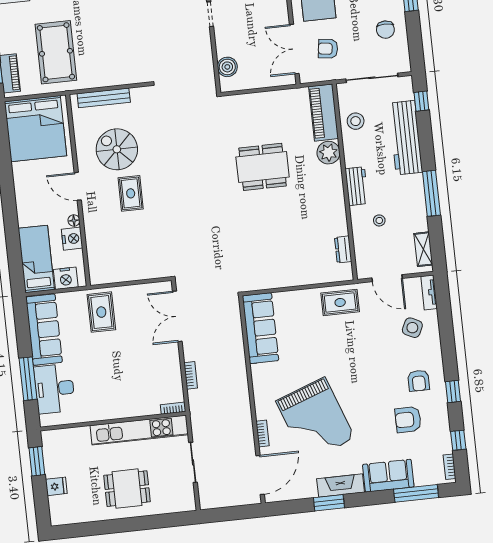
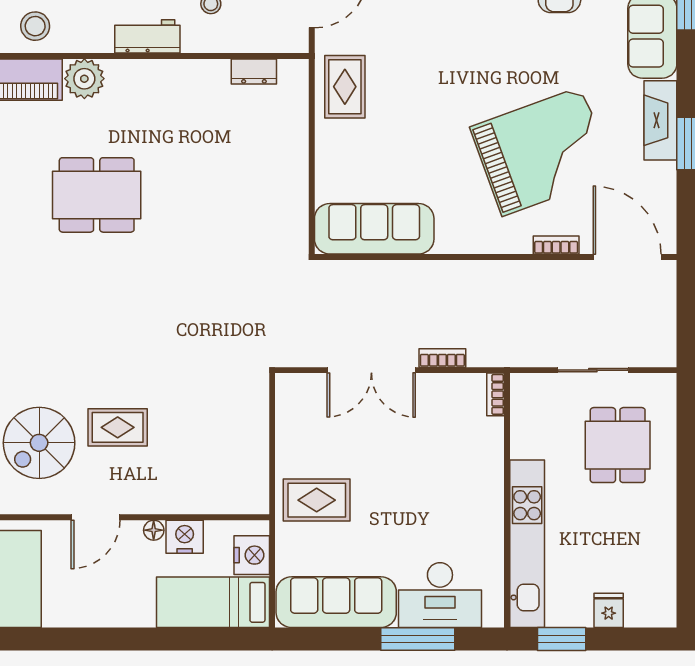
dining table: (263, 167) -> (97, 195), turned 90
double door: (177, 316) -> (371, 370), moved
kitchen unit: (139, 430) -> (527, 544), moved
dining table: (127, 489) -> (618, 445), moved

